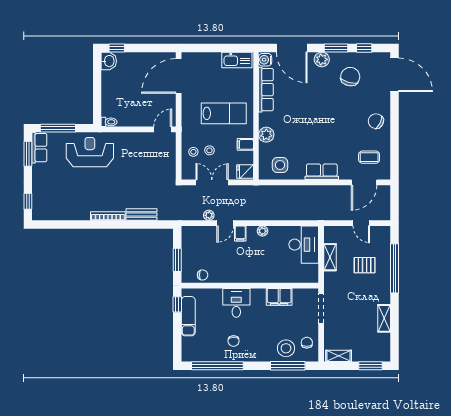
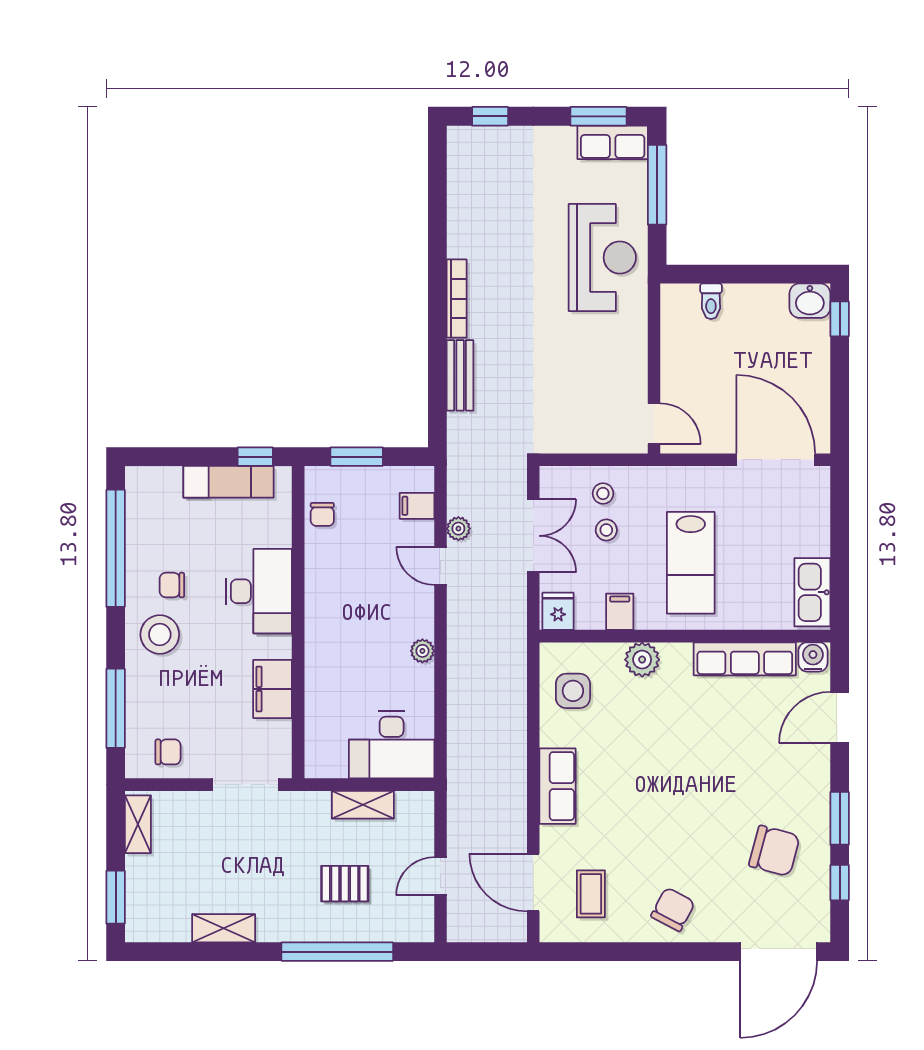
door: (292, 48) -> (840, 717), width x0.73
plant: (322, 59) -> (813, 786), removed
toilet: (109, 122) -> (711, 301), moved
filing cabinet: (240, 233) -> (417, 506), moved
pallet: (365, 265) -> (345, 884), turned 90
desk: (236, 303) -> (259, 591), width x1.37
stool: (286, 348) -> (160, 634), moved

